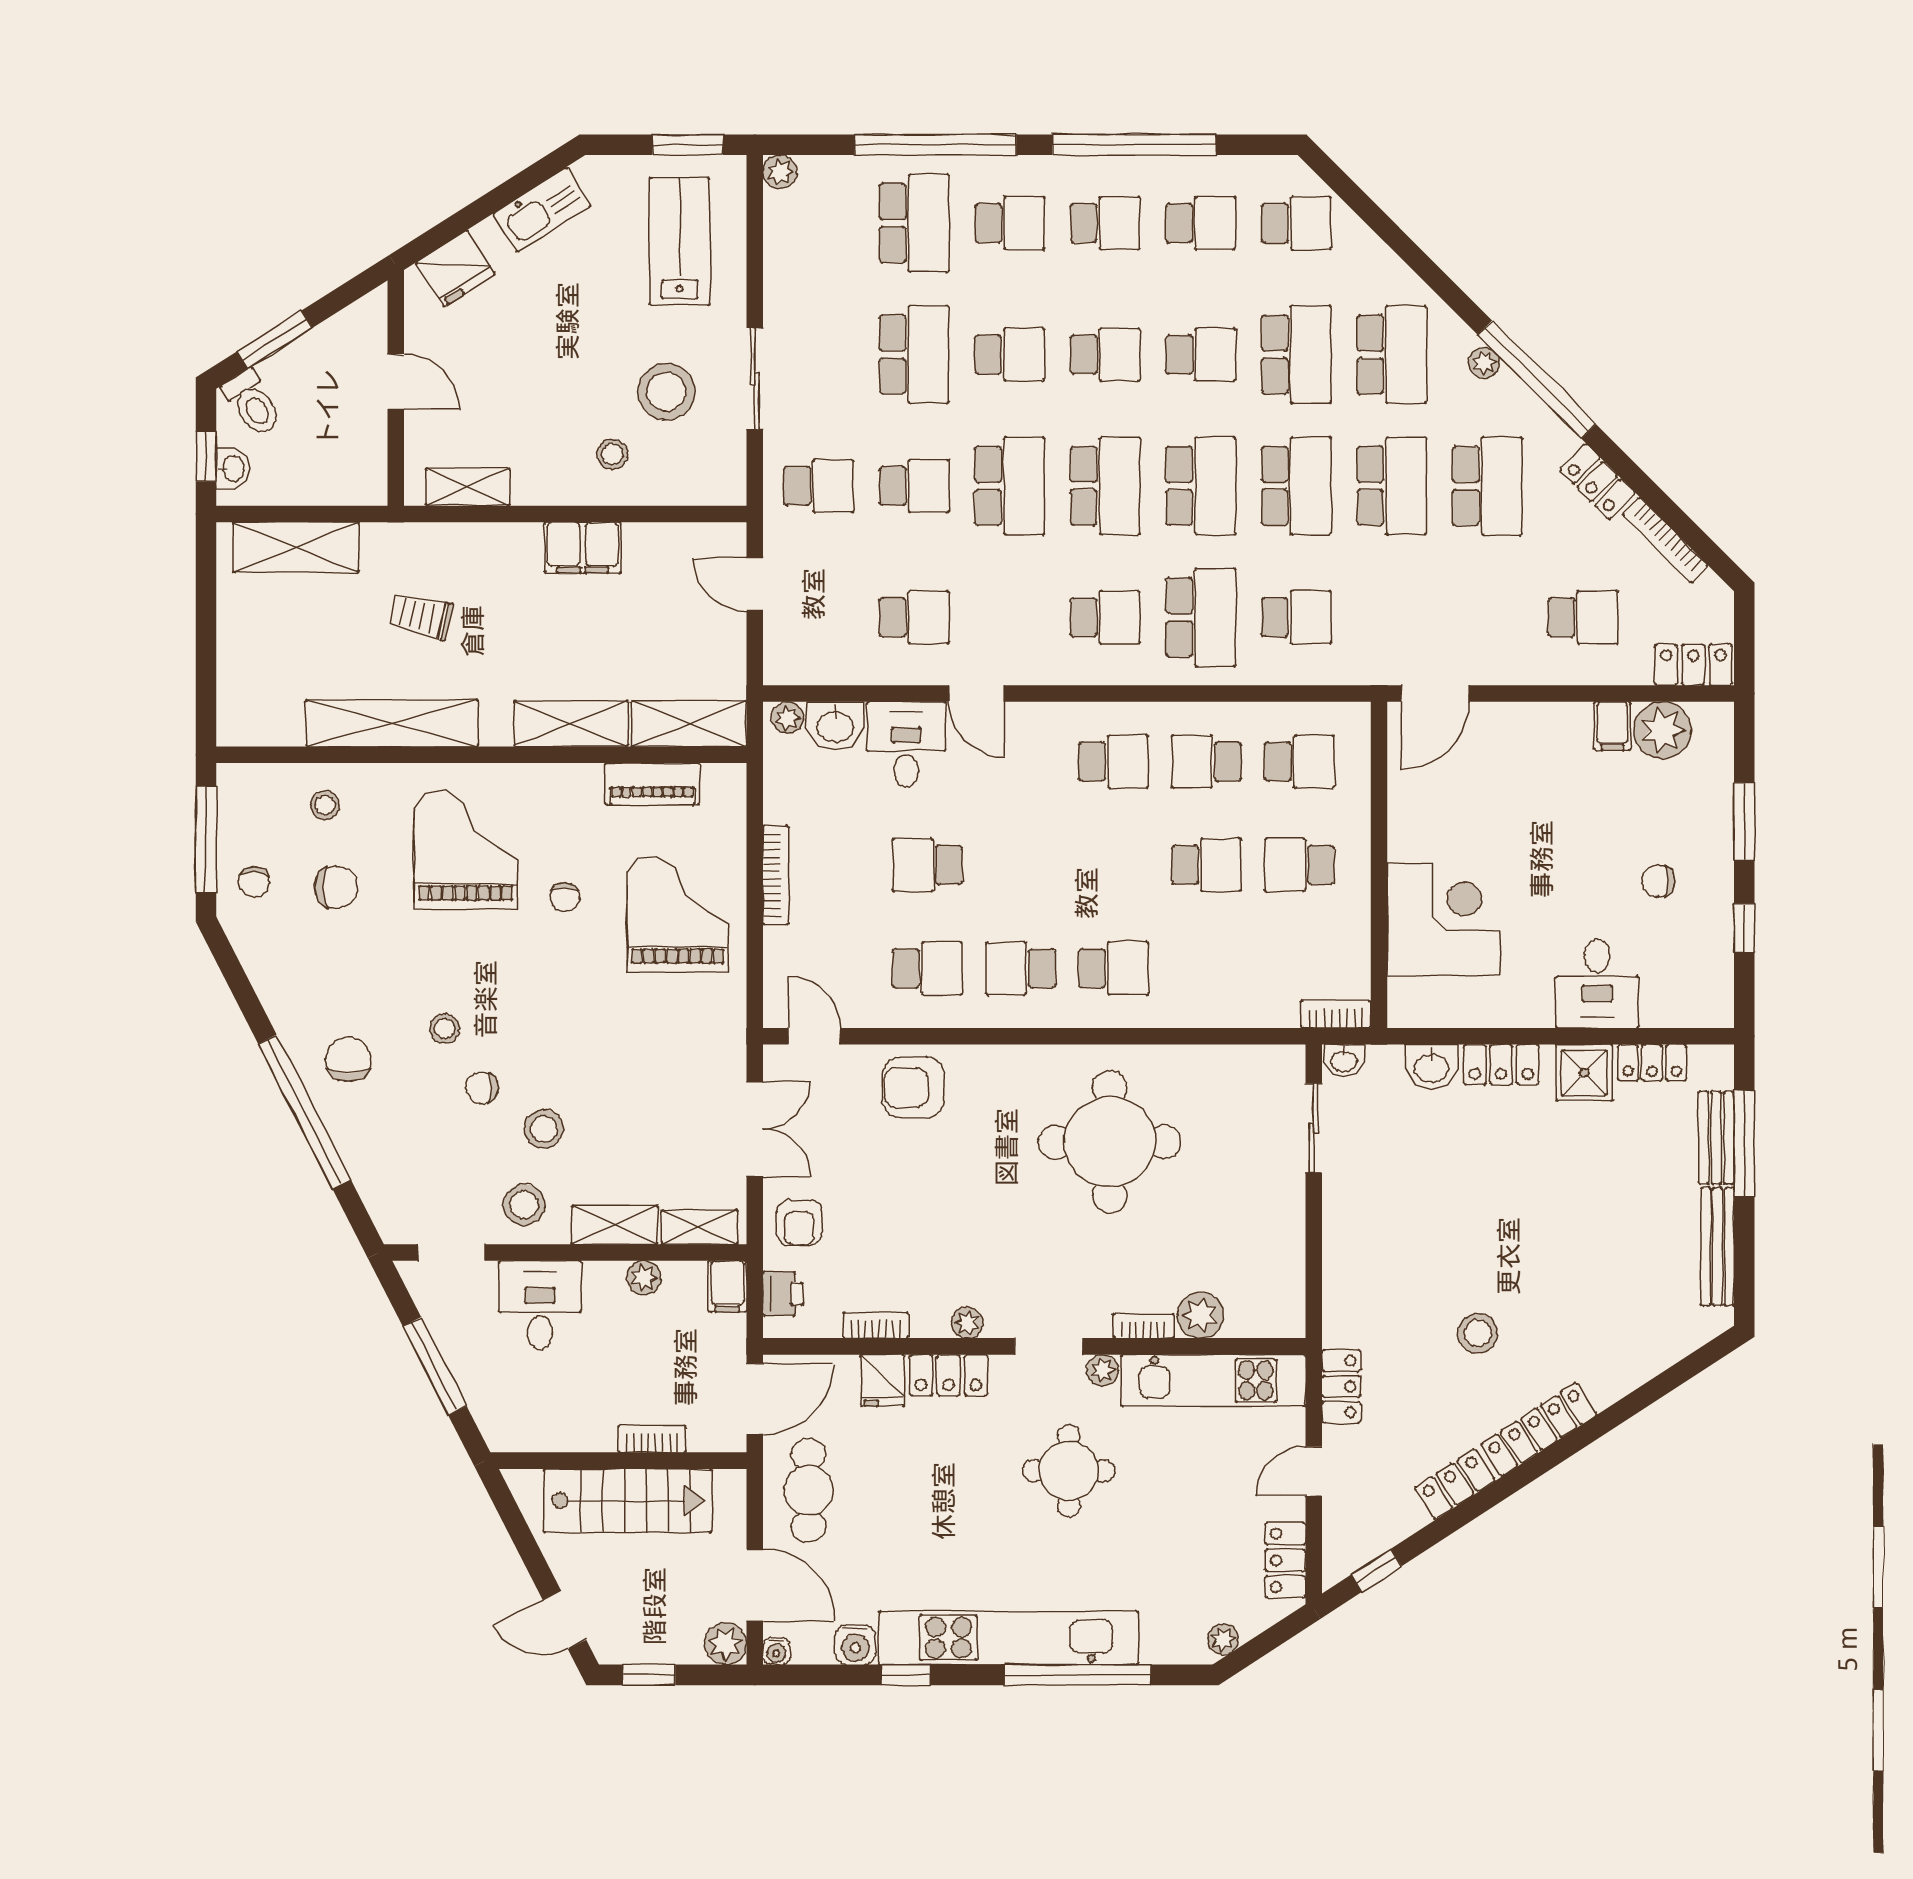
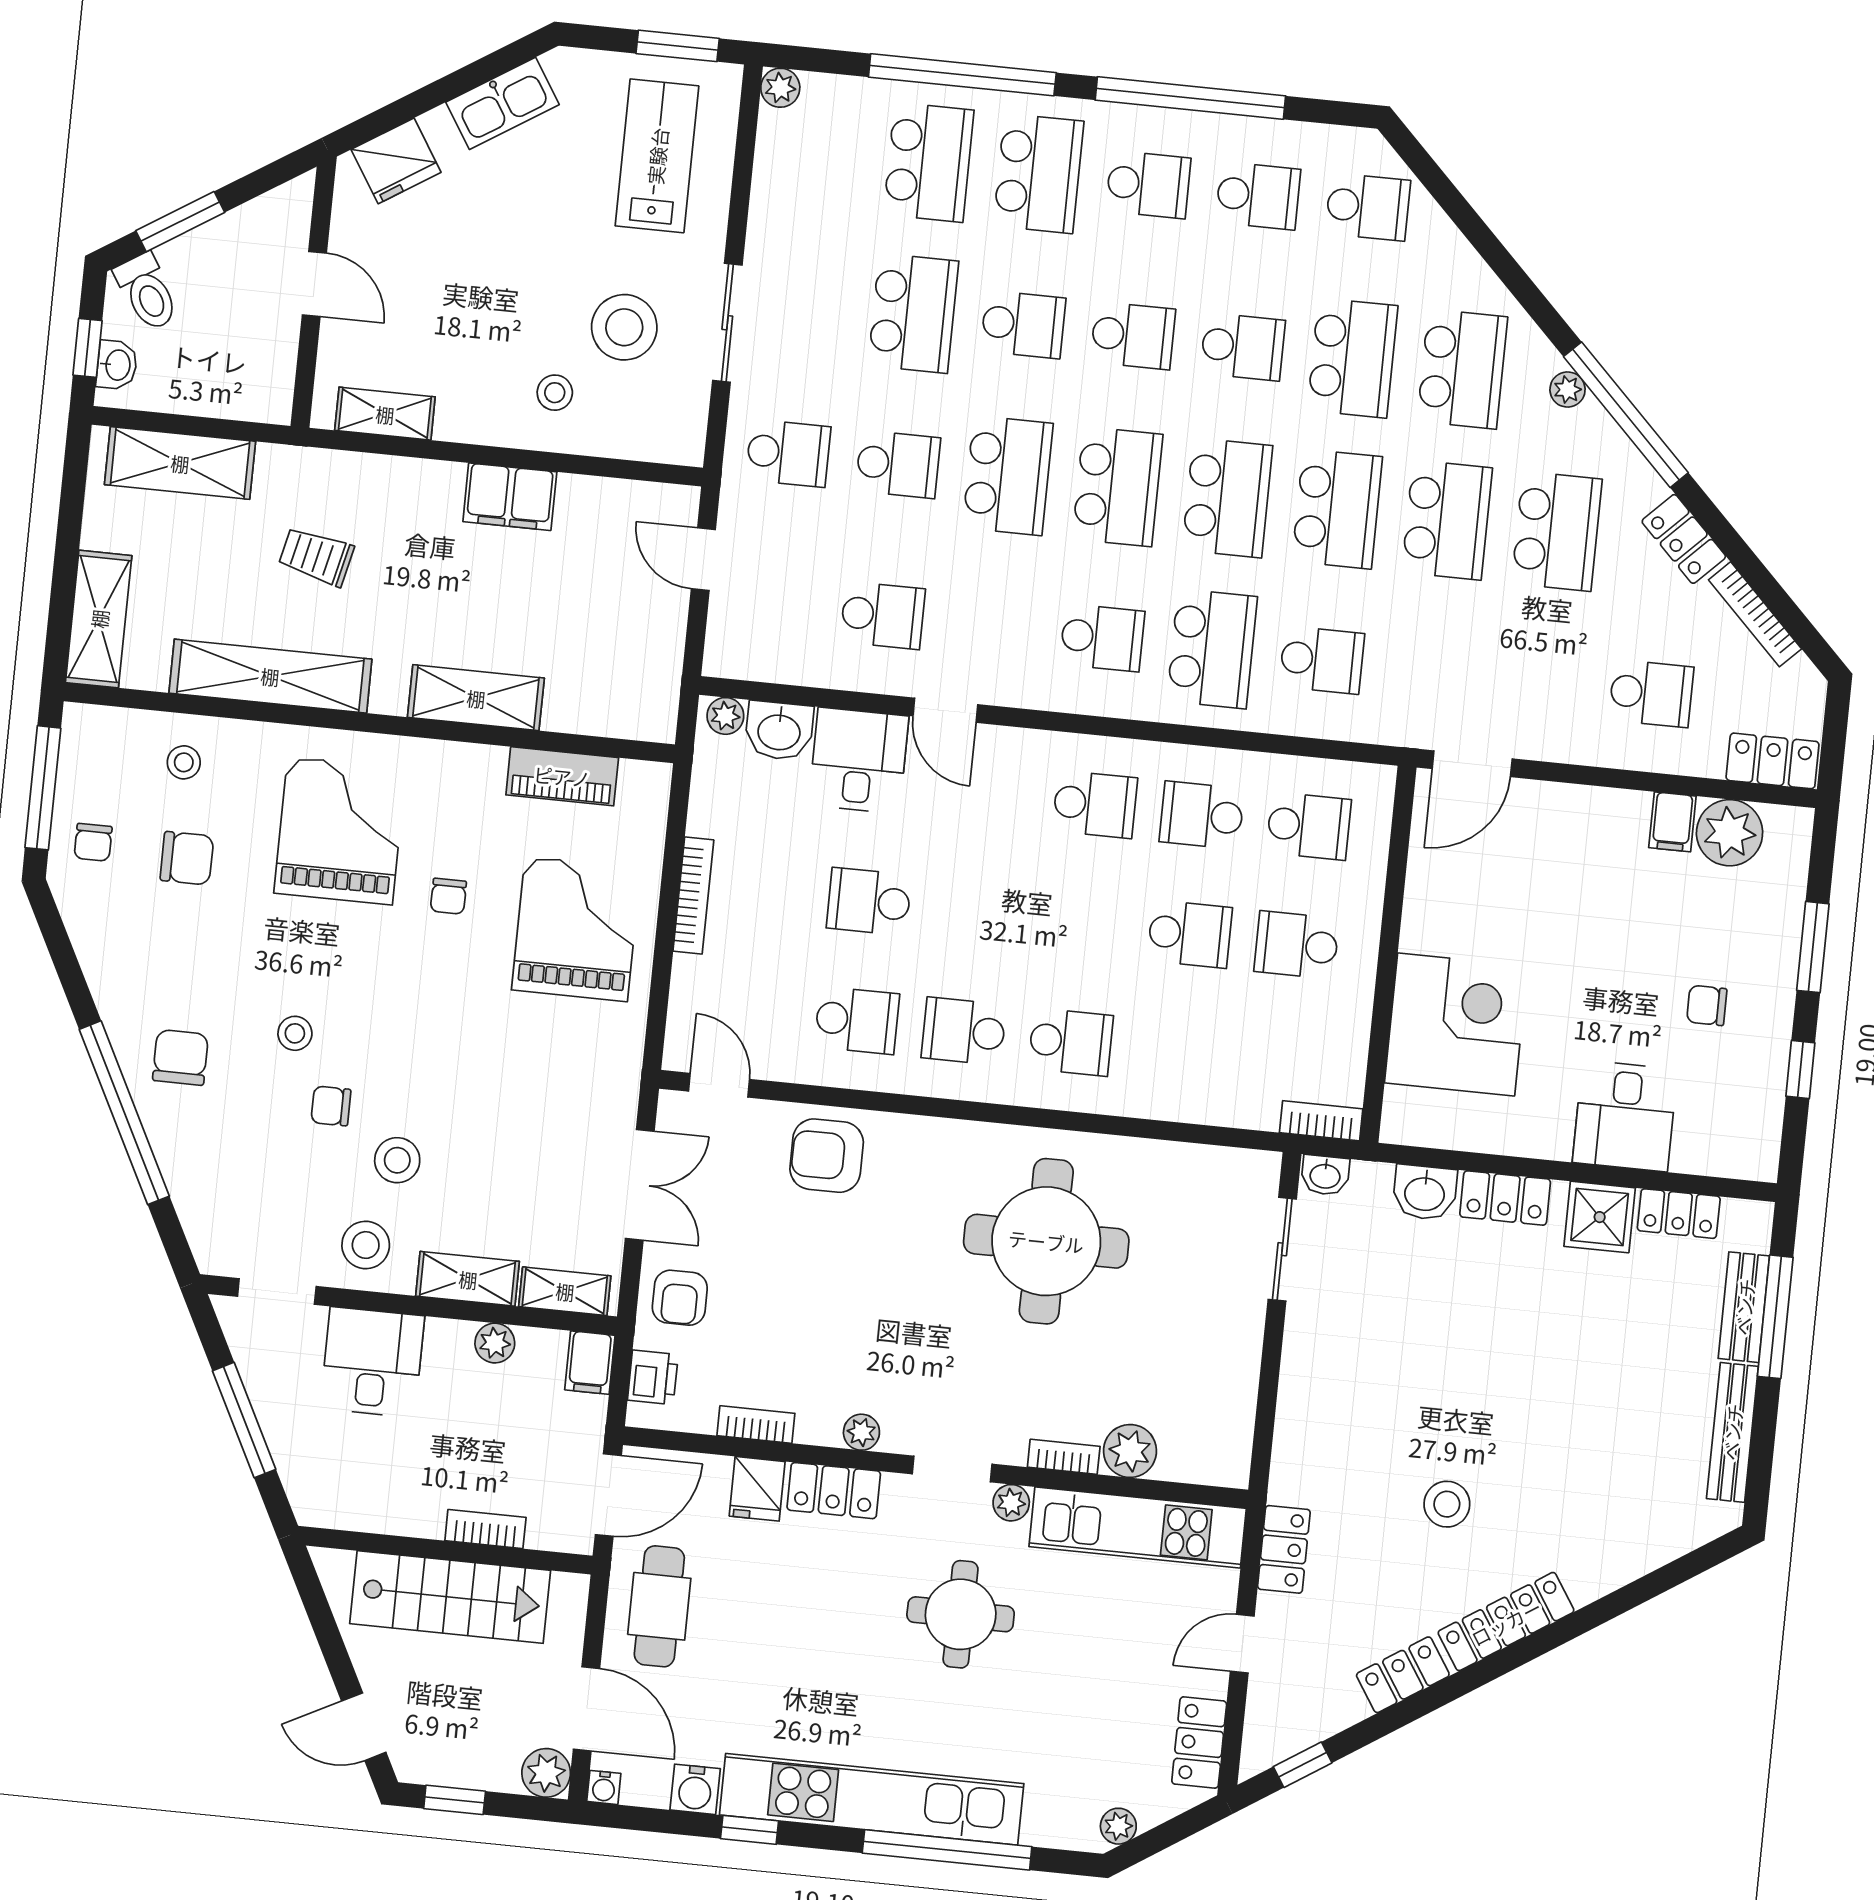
school desk: (1010, 223) -> (1038, 173), width x1.85
shelving: (689, 724) -> (99, 619), moved, turned 90

